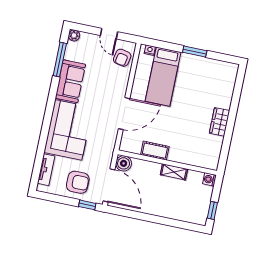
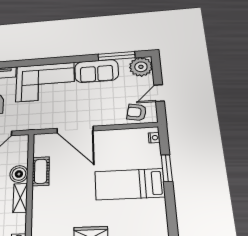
plant: (74, 35) -> (141, 67), width x1.88, depth x1.88
window: (195, 52) -> (167, 168), moved
bed: (163, 77) -> (129, 184), moved
boiler: (124, 163) -> (19, 174), moved

